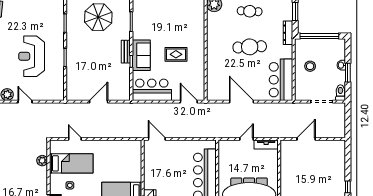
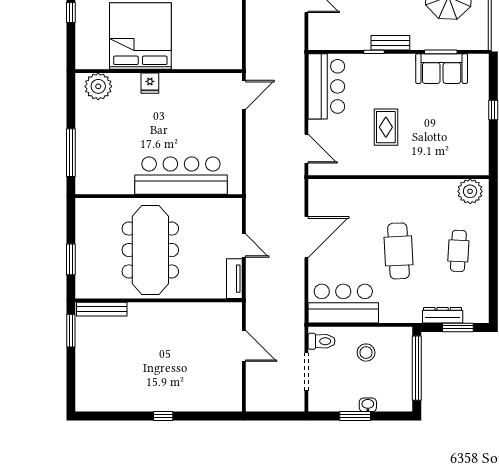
dresser: (288, 33) -> (443, 315), moved
sofa: (141, 55) -> (442, 69), moved
toilet: (340, 93) -> (321, 341), moved
door: (189, 102) -> (306, 149), hinge flipped

